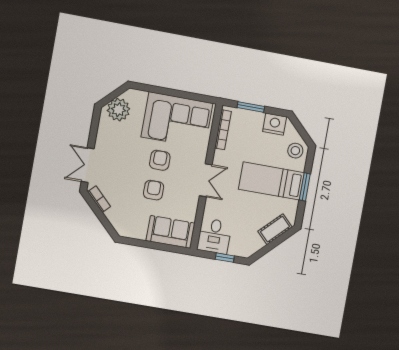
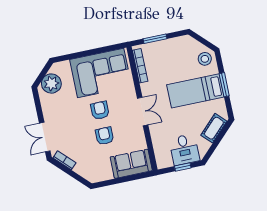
nightstand: (275, 124) -> (180, 45), removed
desk: (214, 236) -> (184, 150), moved

